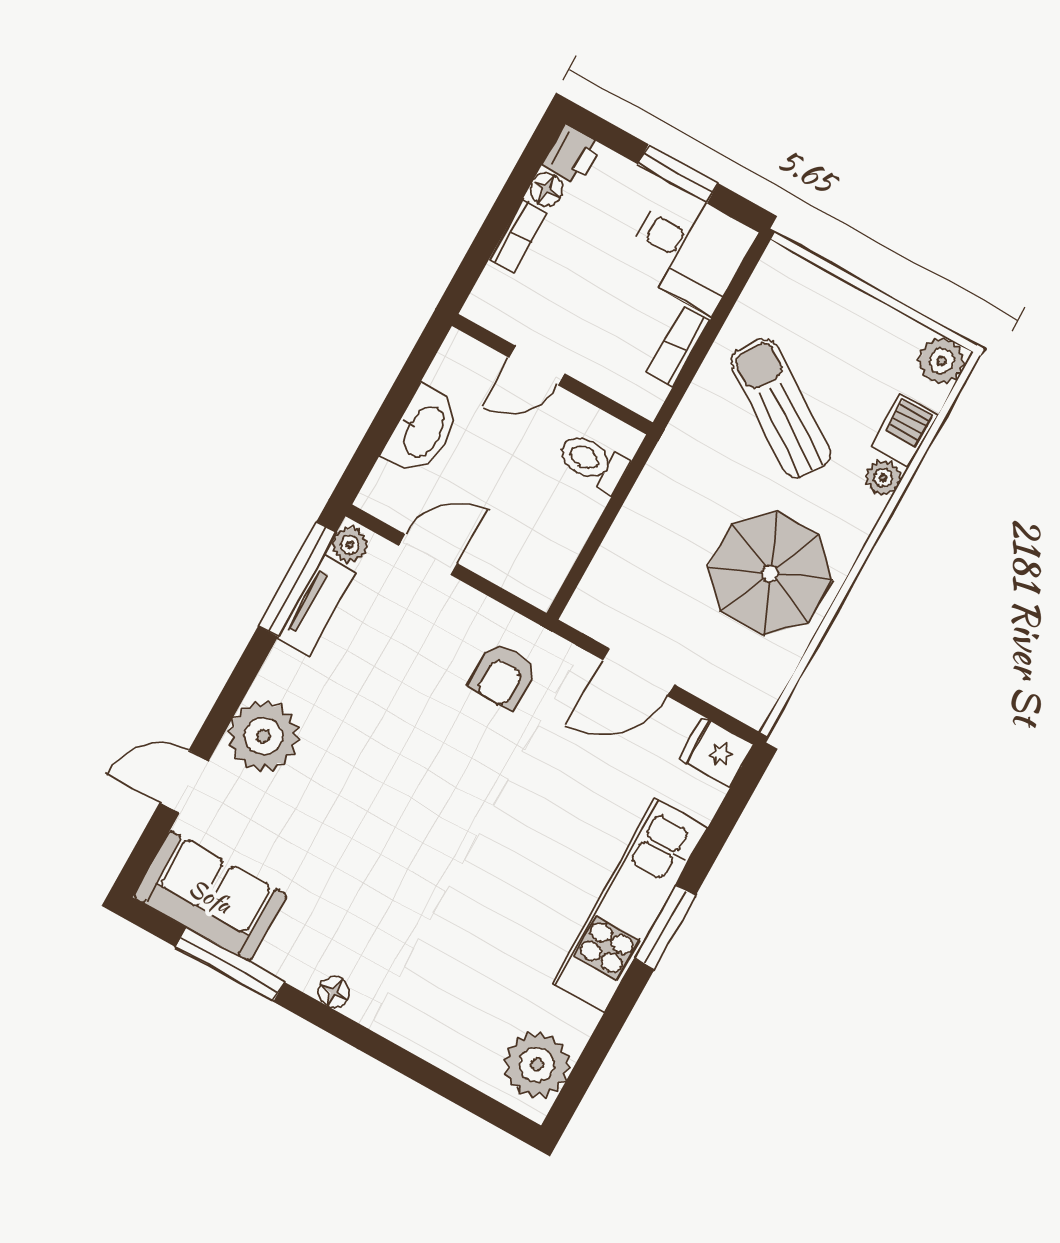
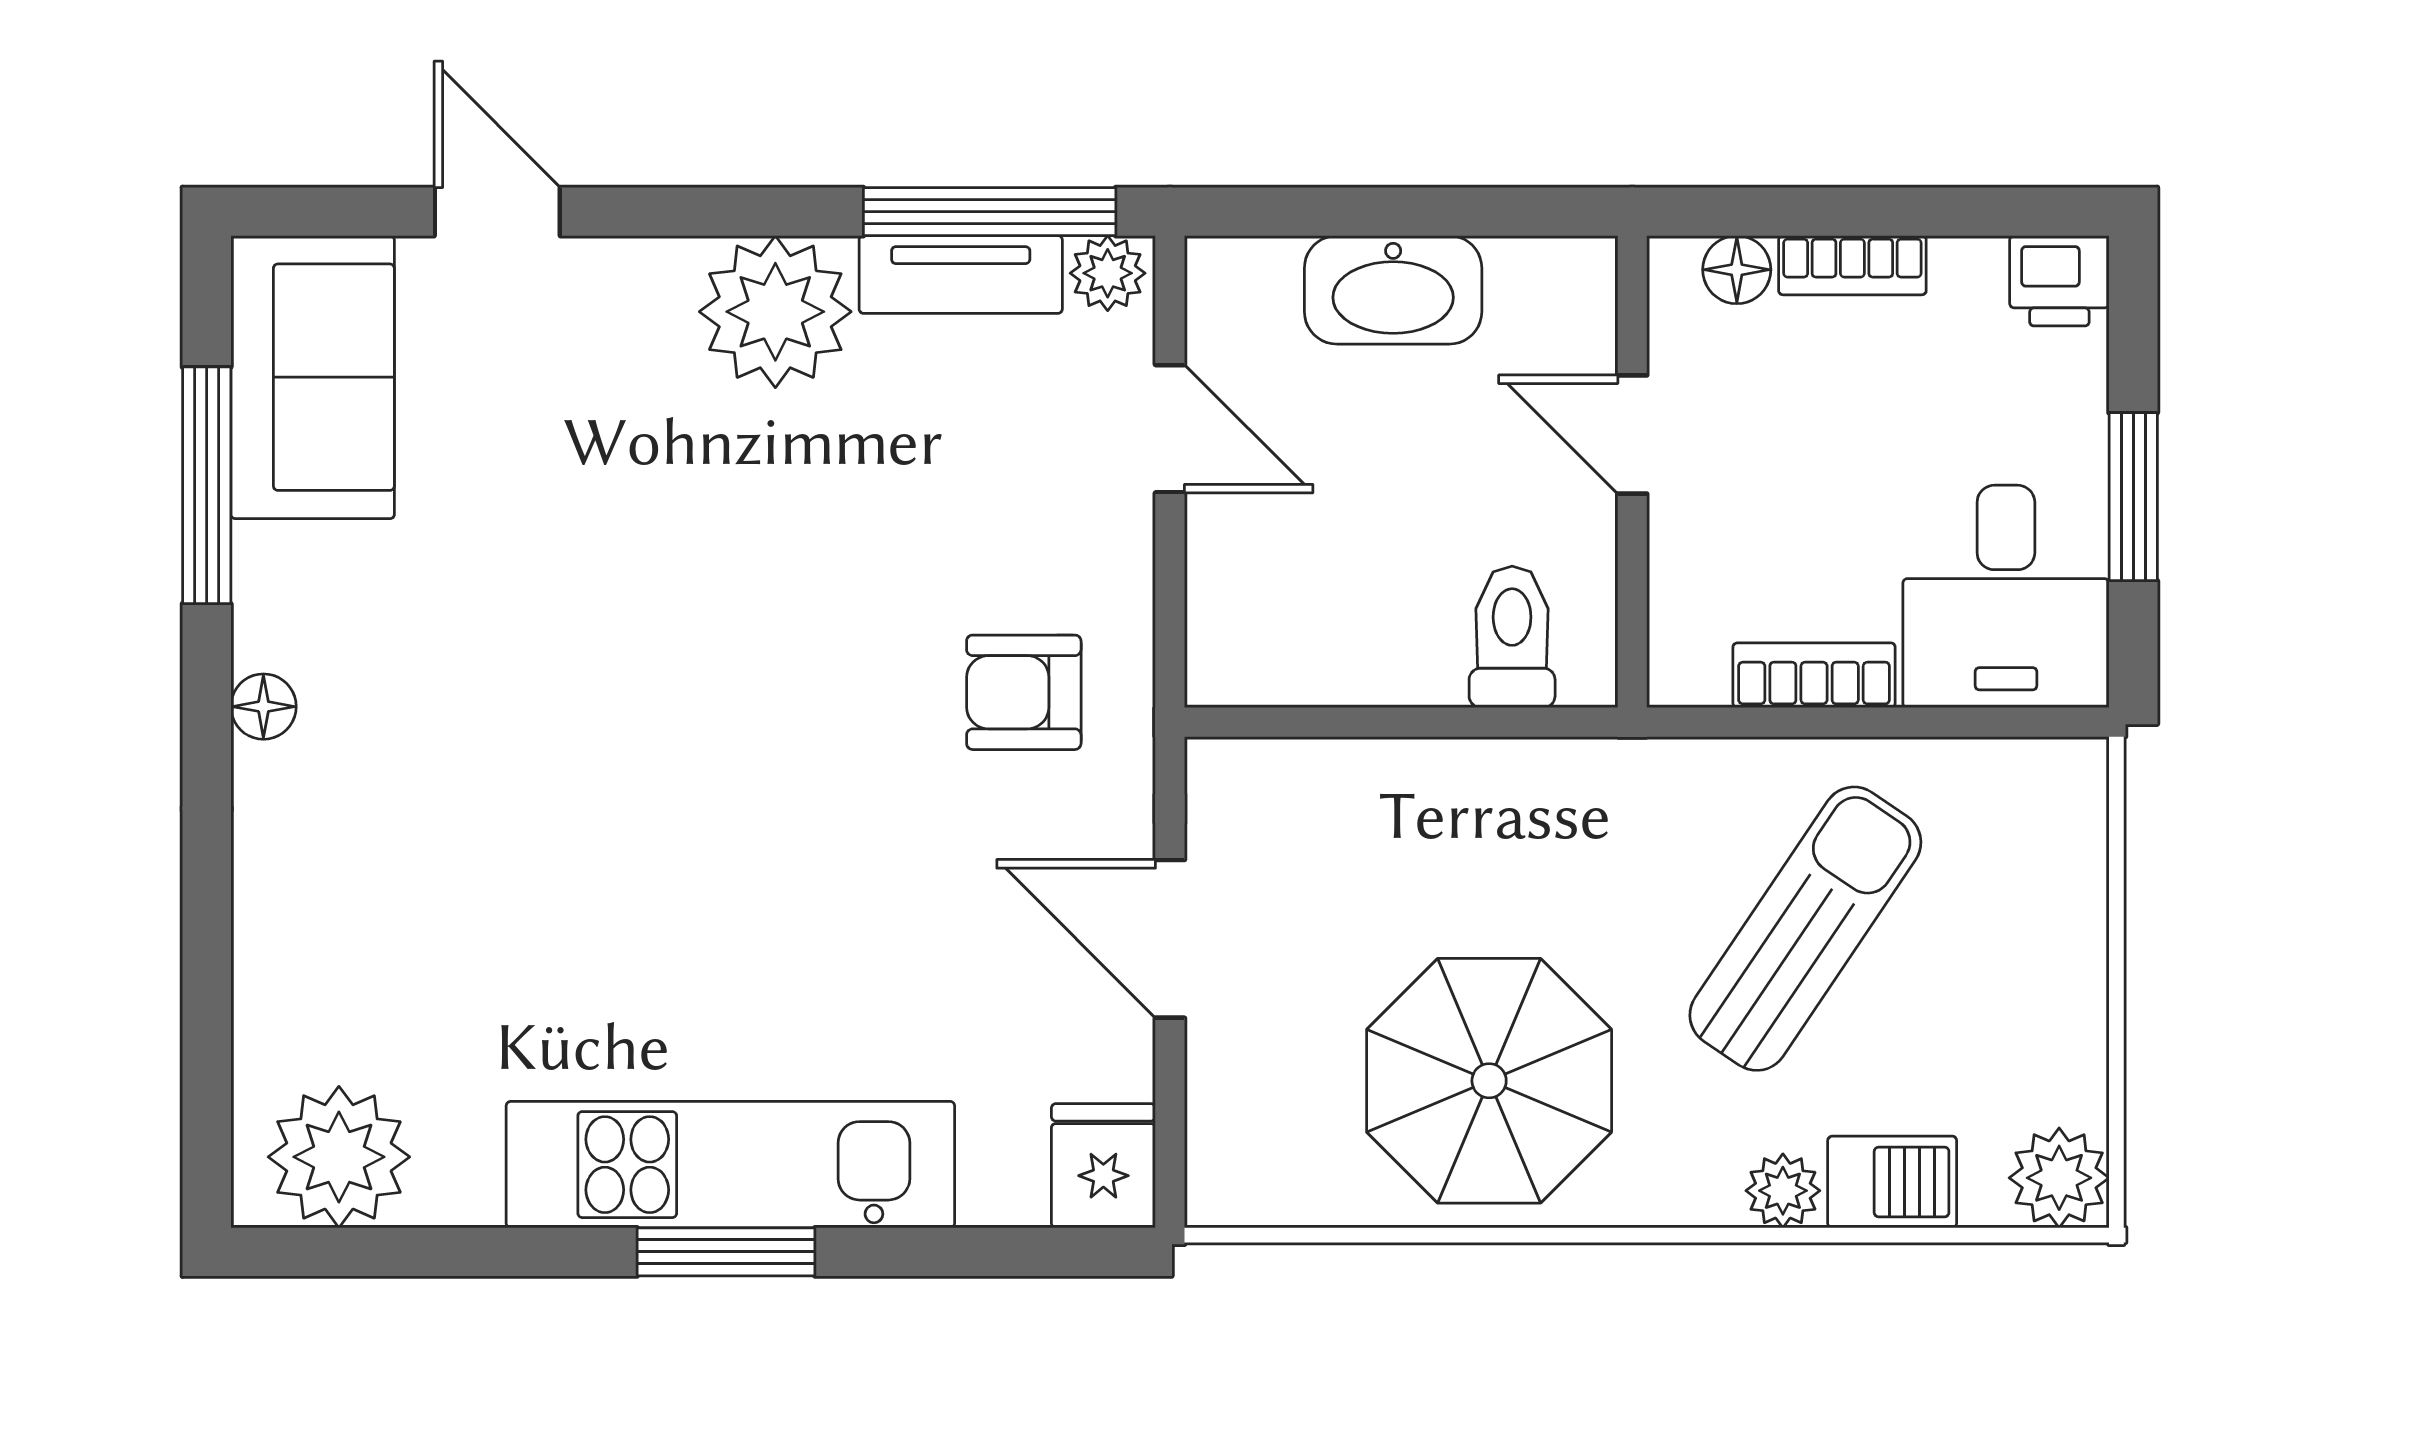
floor lamp: (546, 189) -> (1737, 270), moved
plant: (264, 736) -> (775, 312), moved

